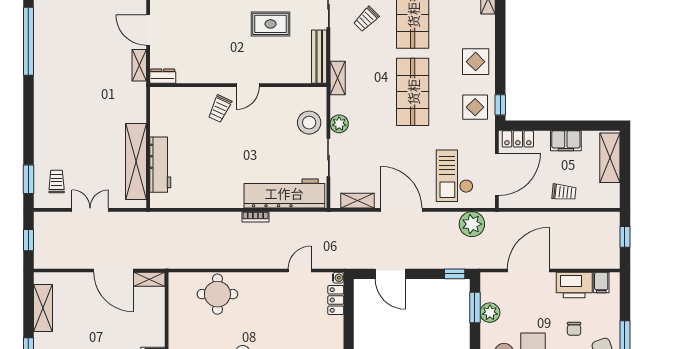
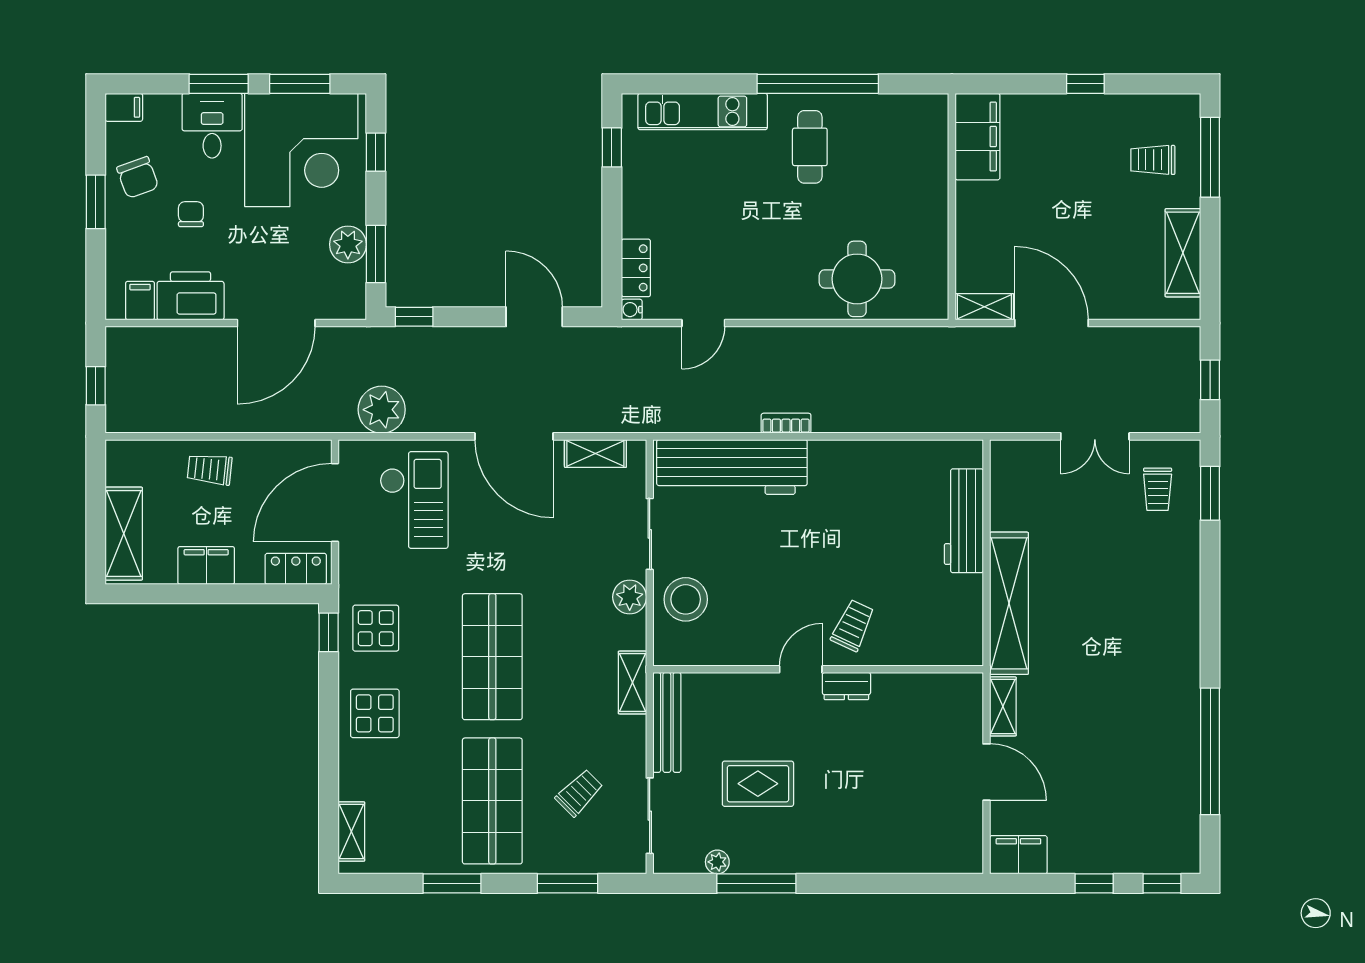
dresser: (163, 76) -> (846, 686), moved
shelving: (136, 161) -> (1009, 603), moved

